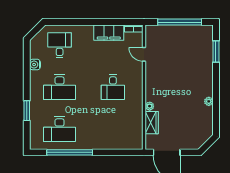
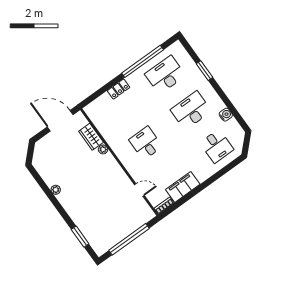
locker: (104, 144) -> (118, 89), added

